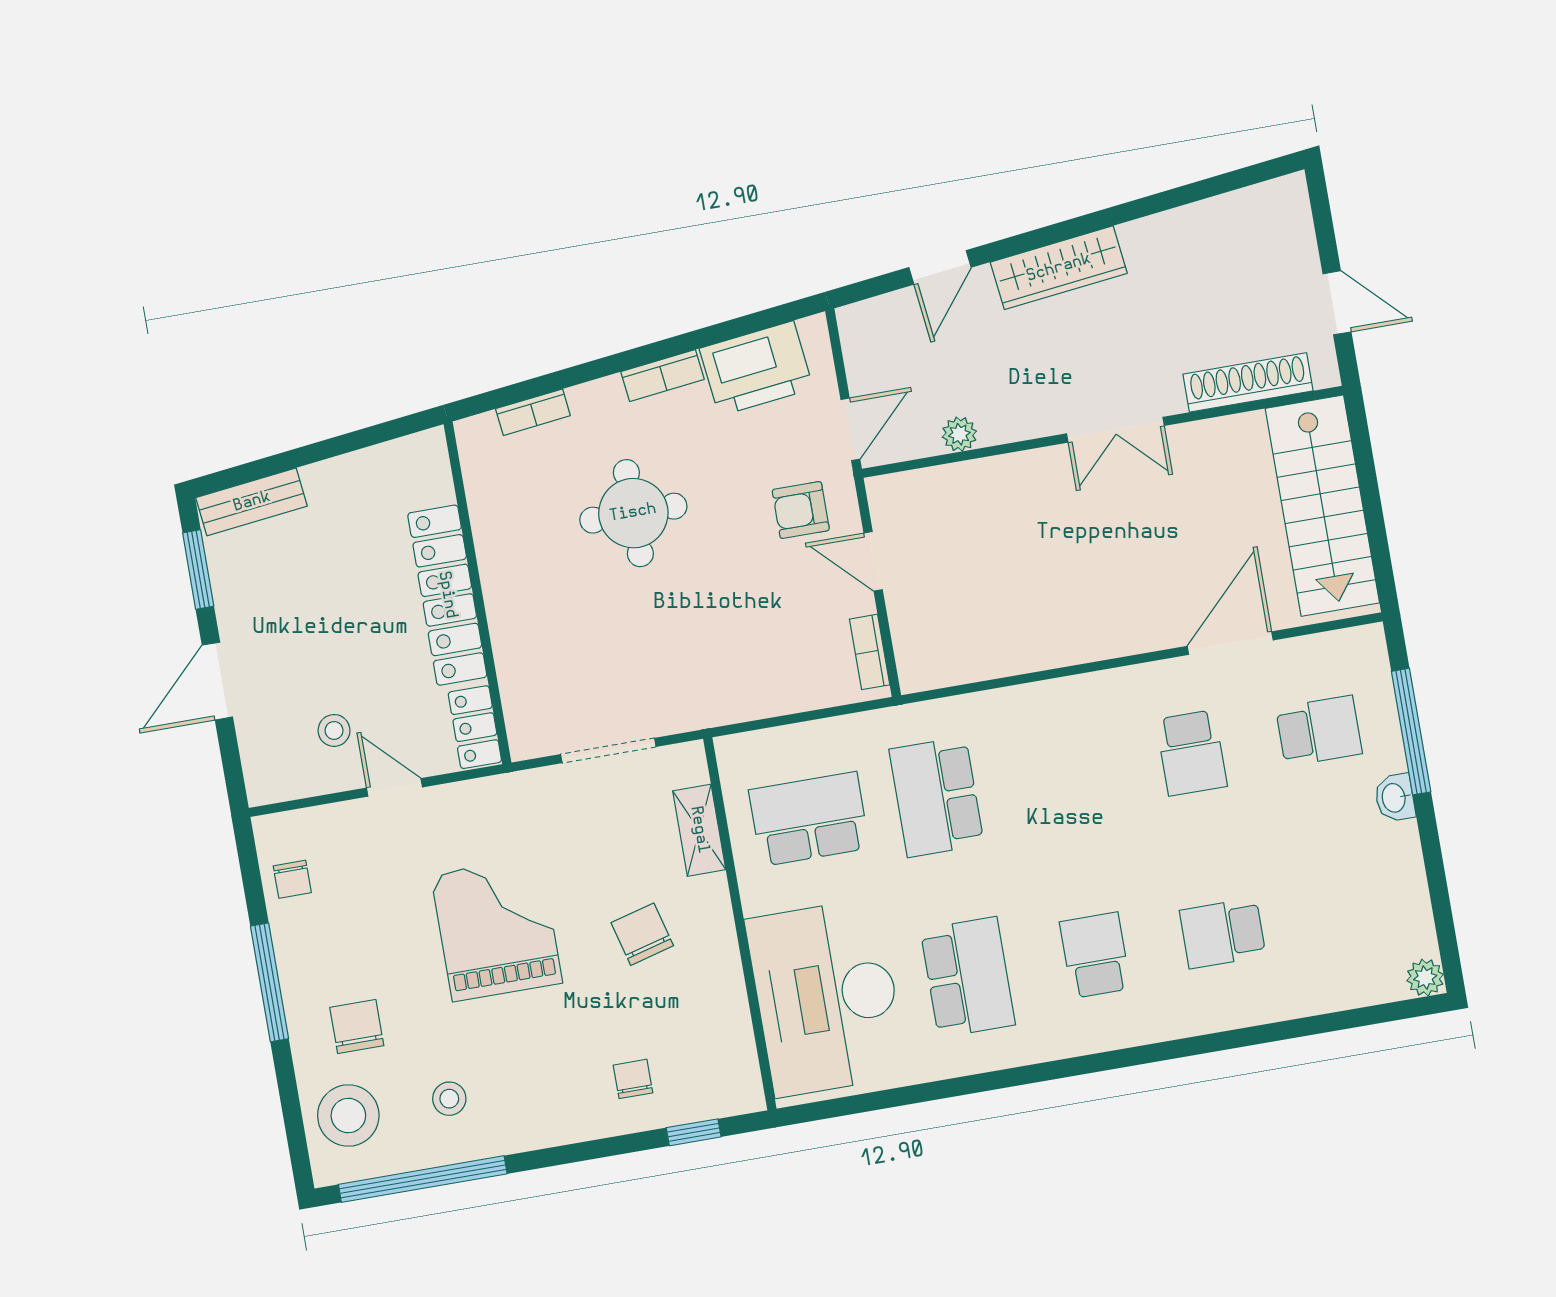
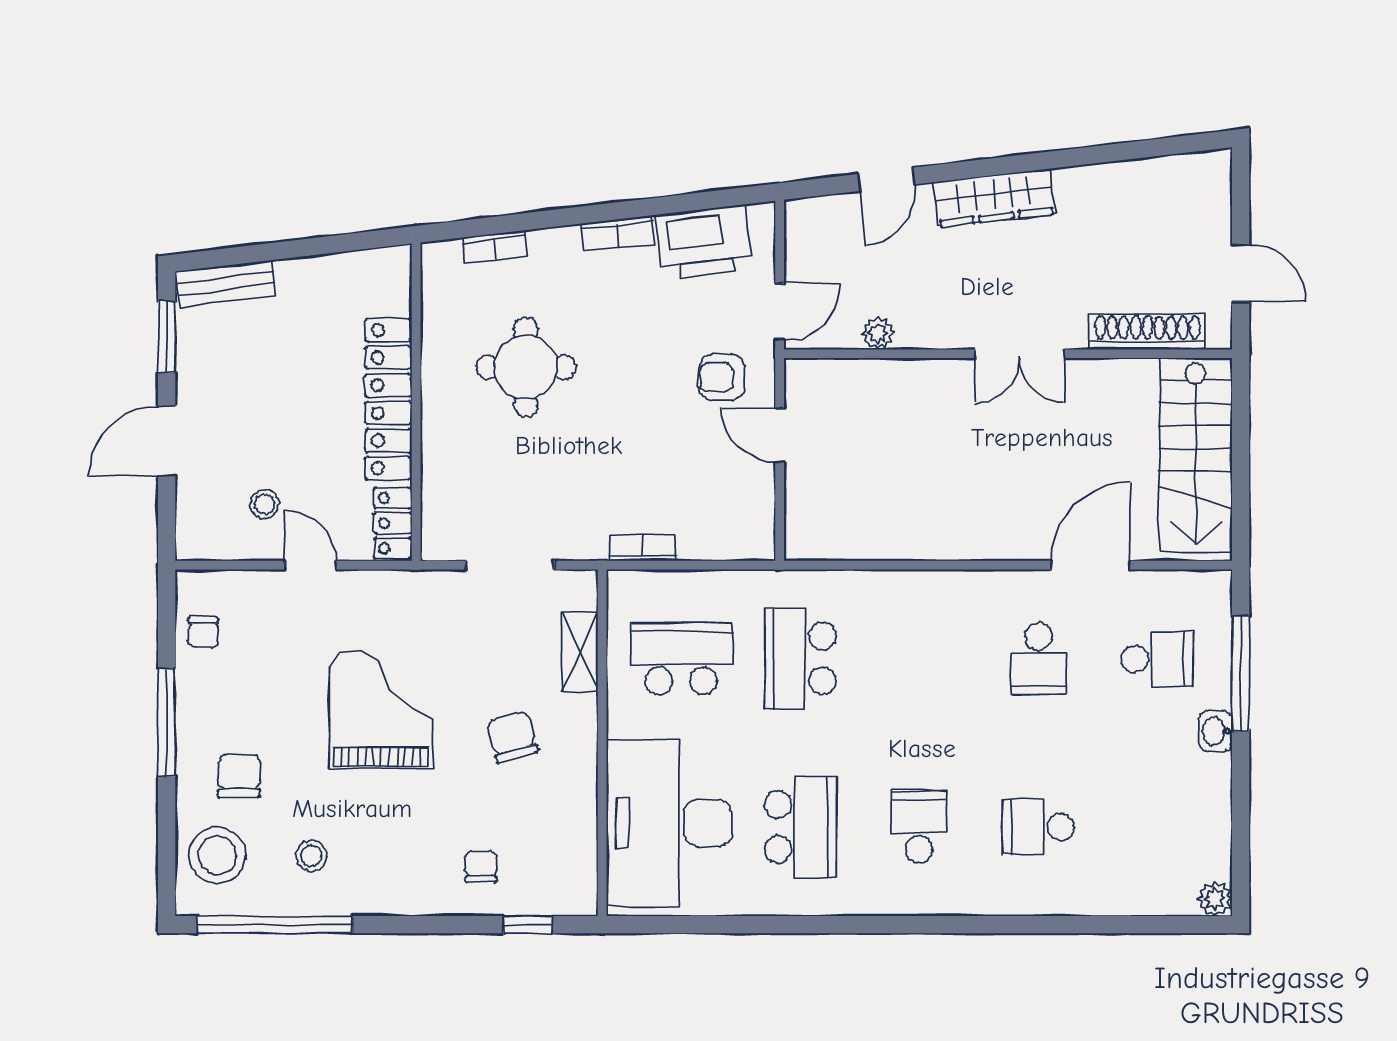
round table: (633, 513) -> (526, 367), moved
bookcase: (870, 652) -> (643, 548), moved, turned 90

